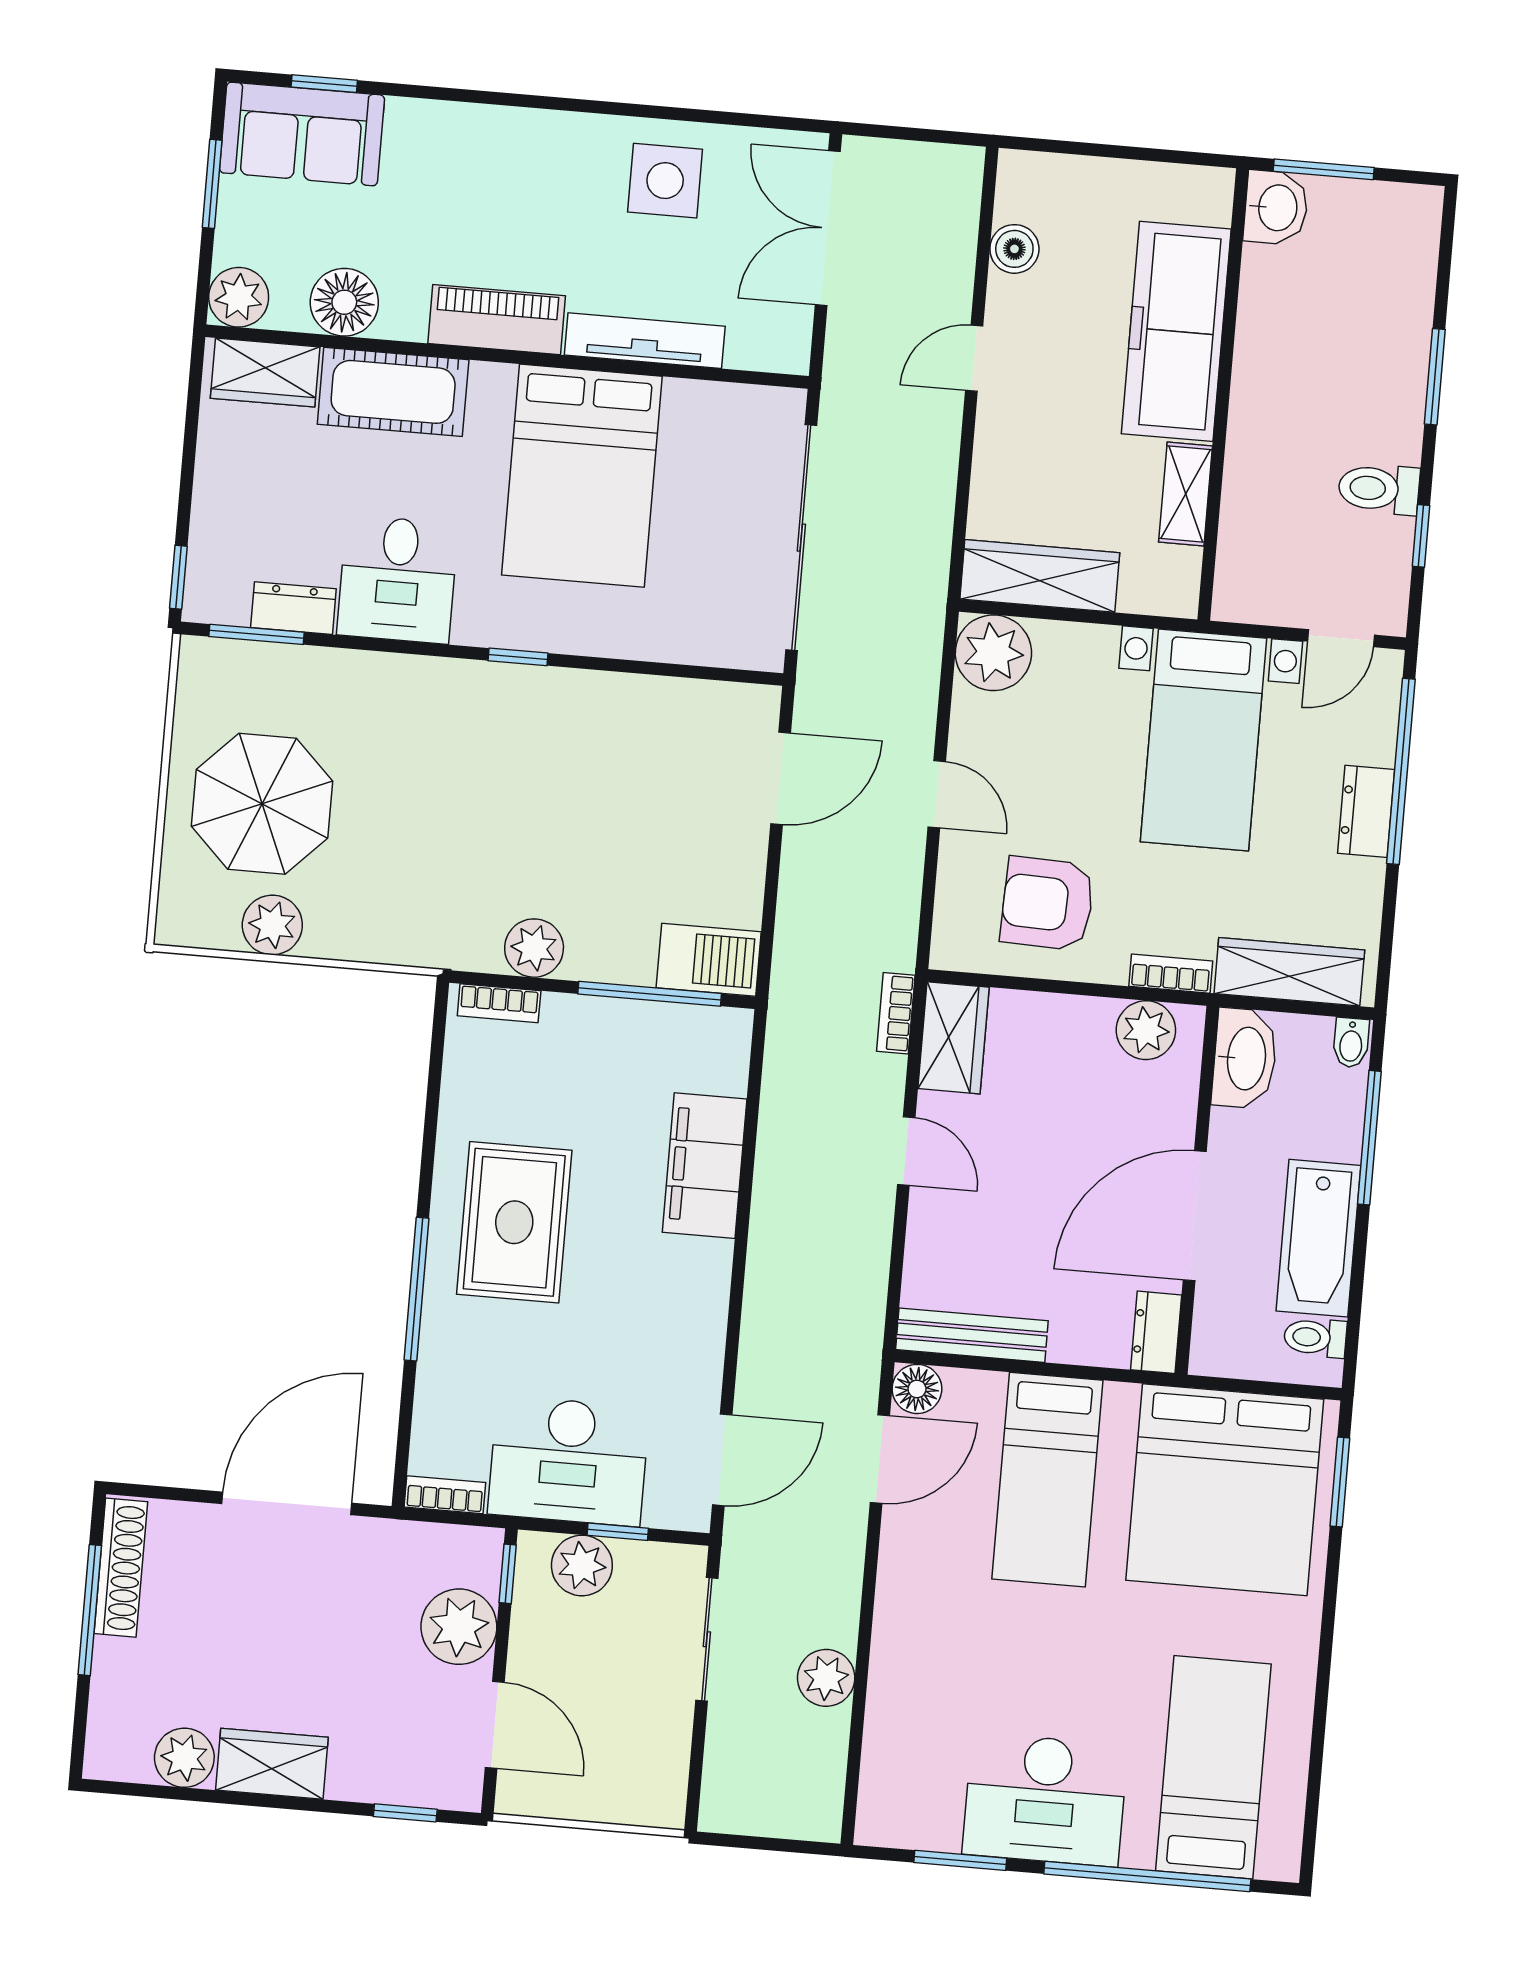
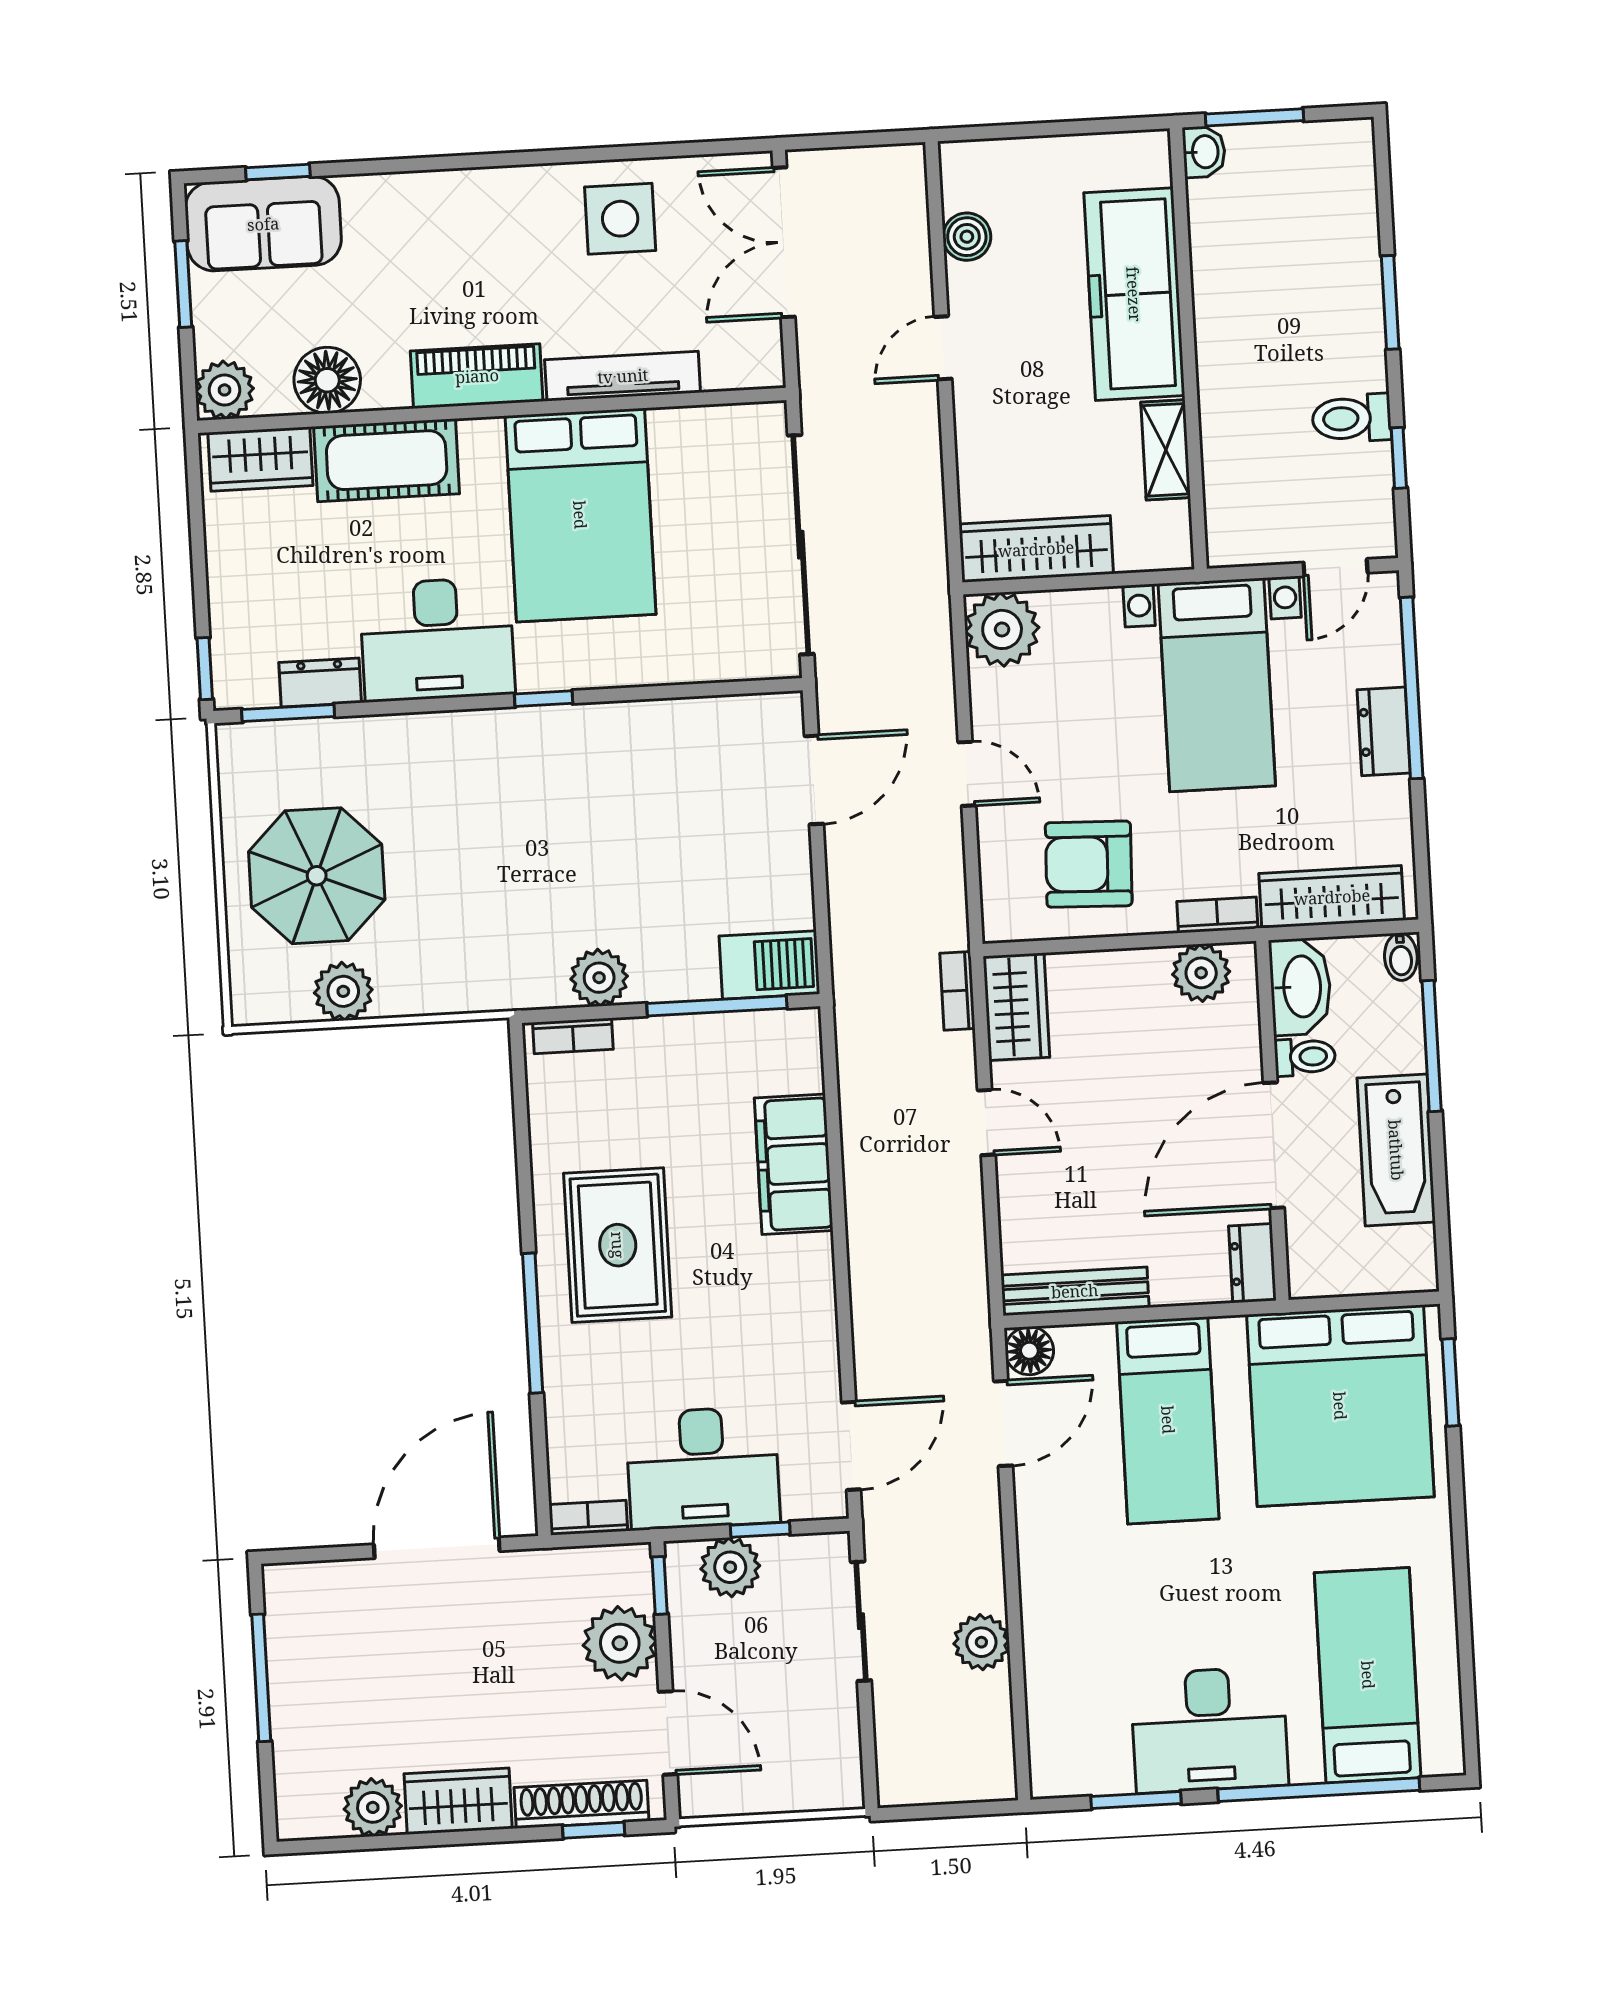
washbasin: (1276, 208) -> (1204, 152), width x0.72, depth x0.69
desk: (398, 579) -> (437, 639), width x1.37
toilet: (1315, 1337) -> (1305, 1057), moved, turned 180
shoe rack: (121, 1568) -> (581, 1804), moved, turned -90

